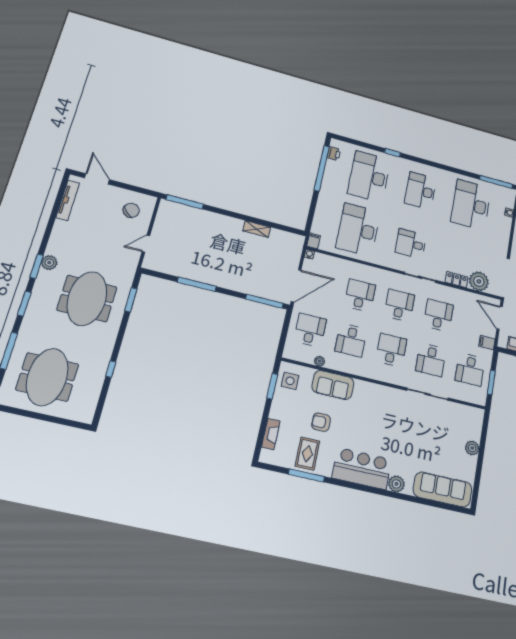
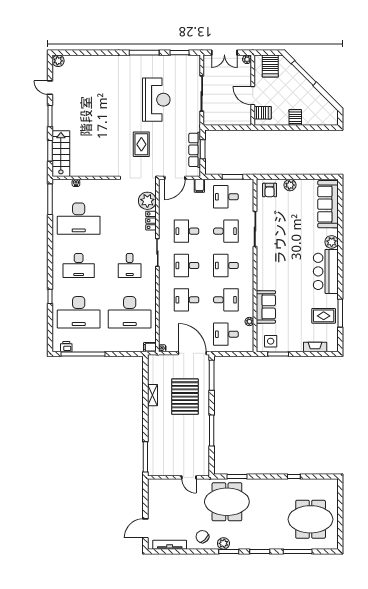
chair: (131, 210) -> (202, 537), moved
pallet: (246, 264) -> (185, 397), added
meeting table: (87, 299) -> (227, 502), moved
desk: (470, 369) -> (226, 197), turned 180
armchair: (321, 422) -> (270, 190), moved

